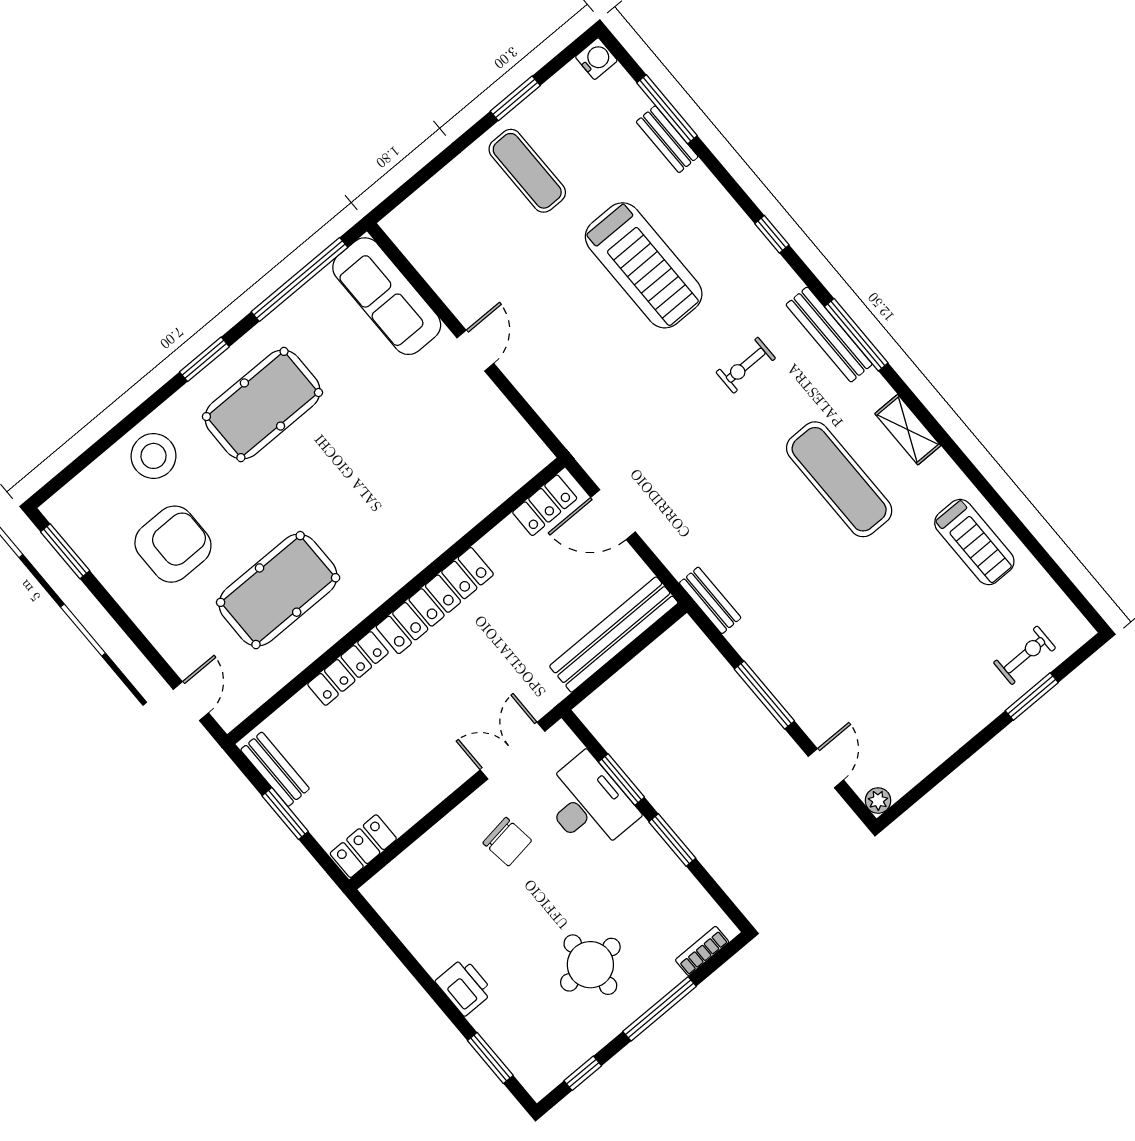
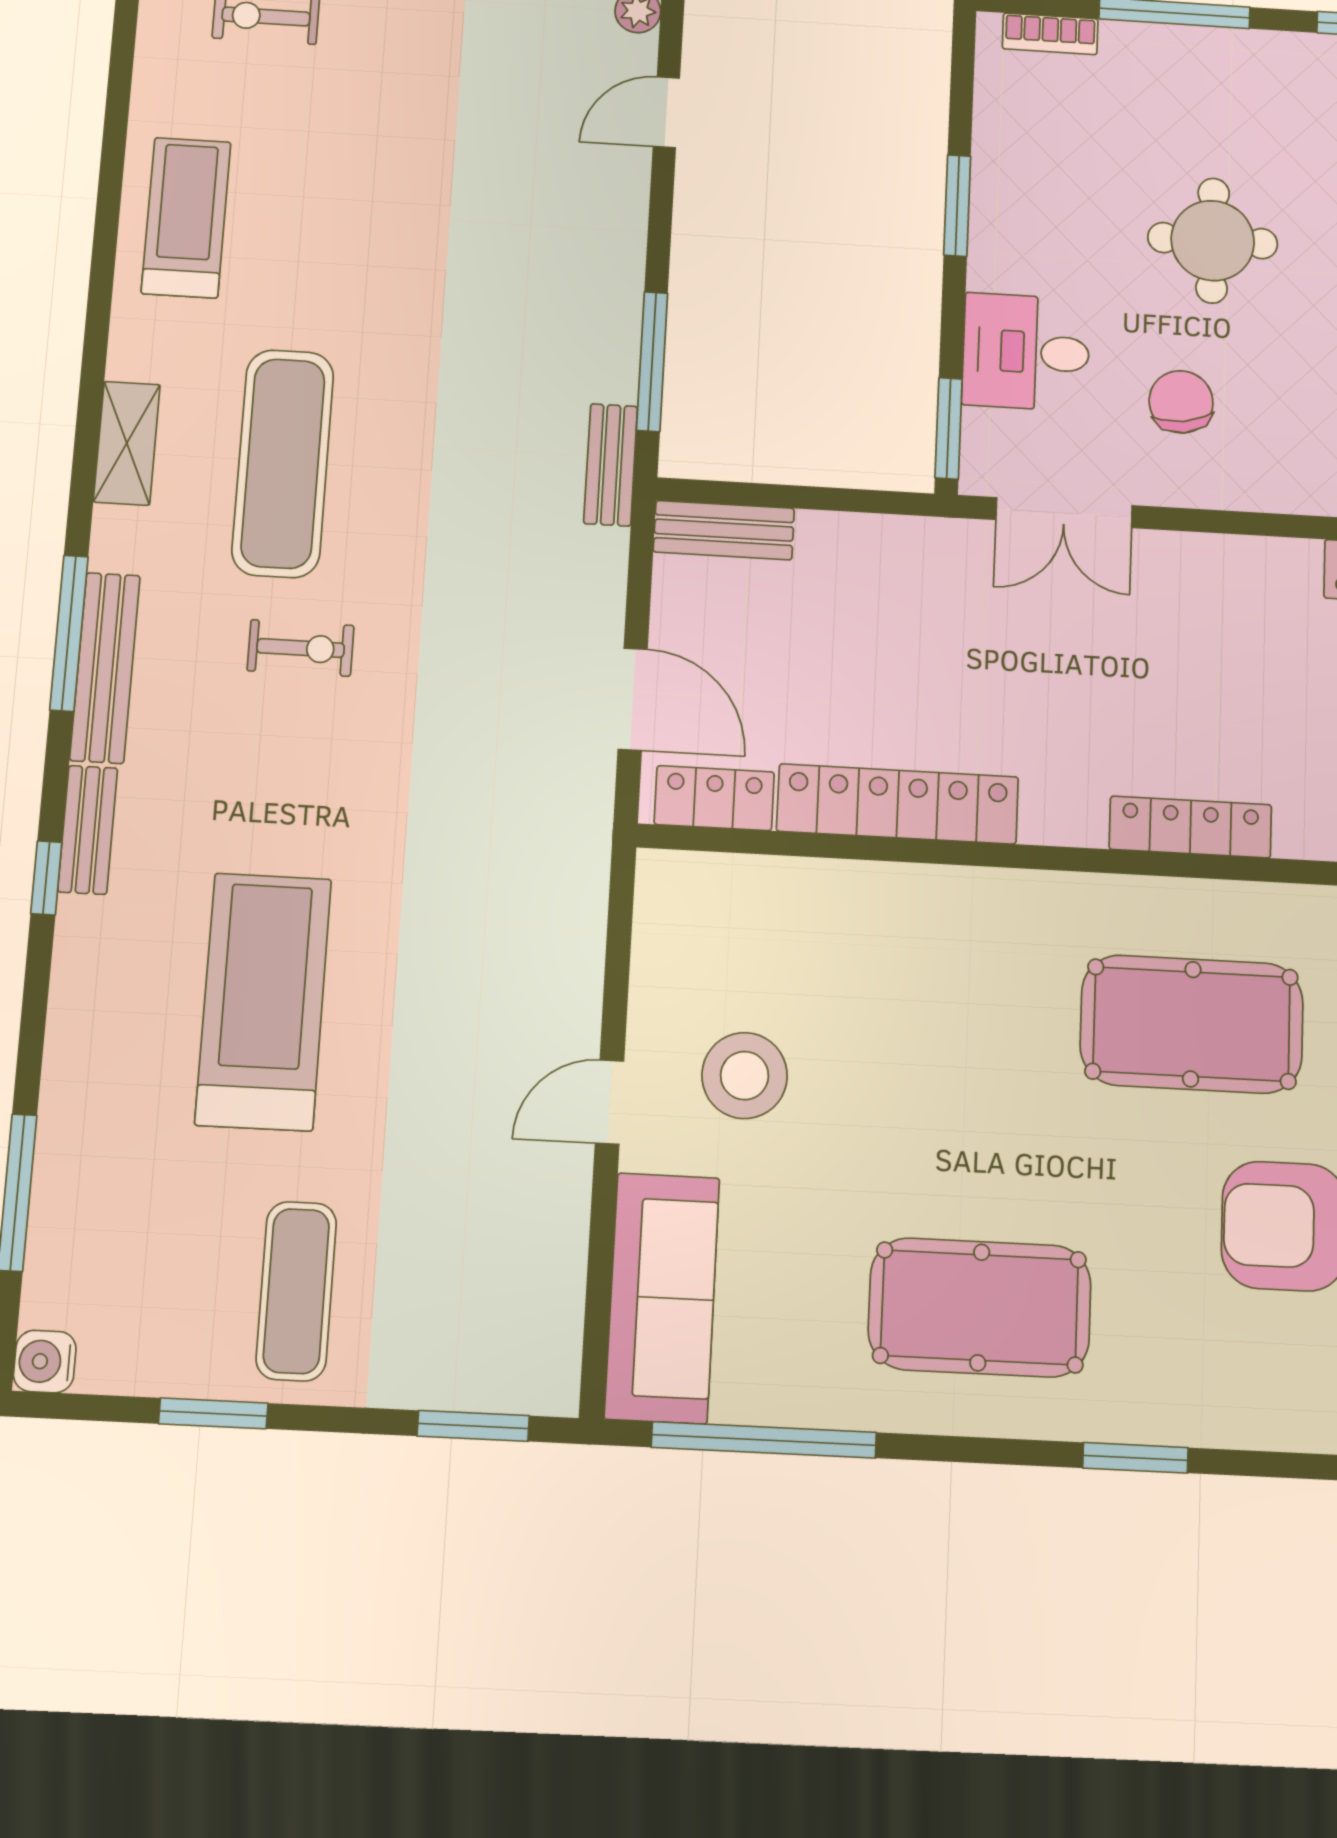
bench: (667, 139) -> (88, 830), moved
window: (414, 184) -> (473, 1426), added
window: (204, 359) -> (1135, 1458), moved
exercise bike: (746, 365) -> (301, 648), moved
stool: (154, 456) -> (745, 1076), moved
locker: (435, 601) -> (898, 804), moved
bench: (614, 635) -> (724, 530), width x0.54, depth x0.82
window: (764, 695) -> (652, 362), moved
window: (621, 780) -> (949, 428), moved
desk: (588, 804) -> (1026, 352), width x0.73
round table: (590, 965) -> (1213, 241), moved

